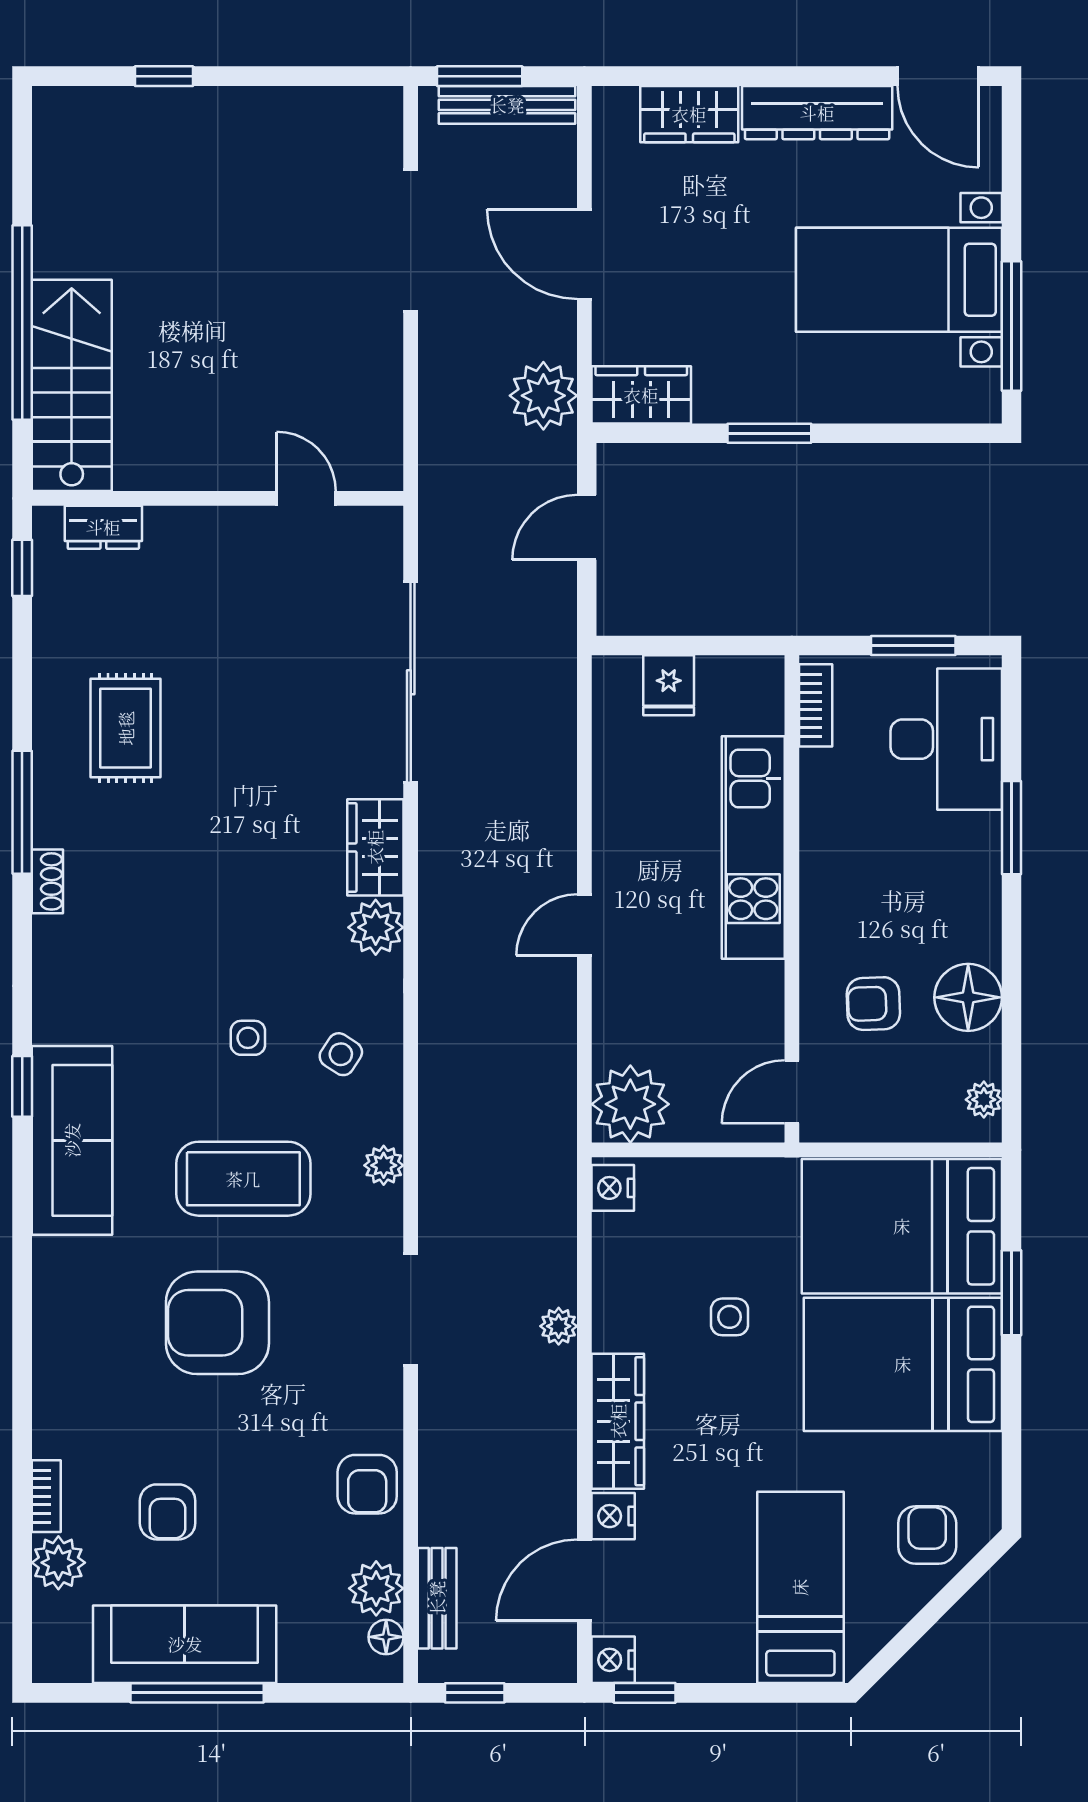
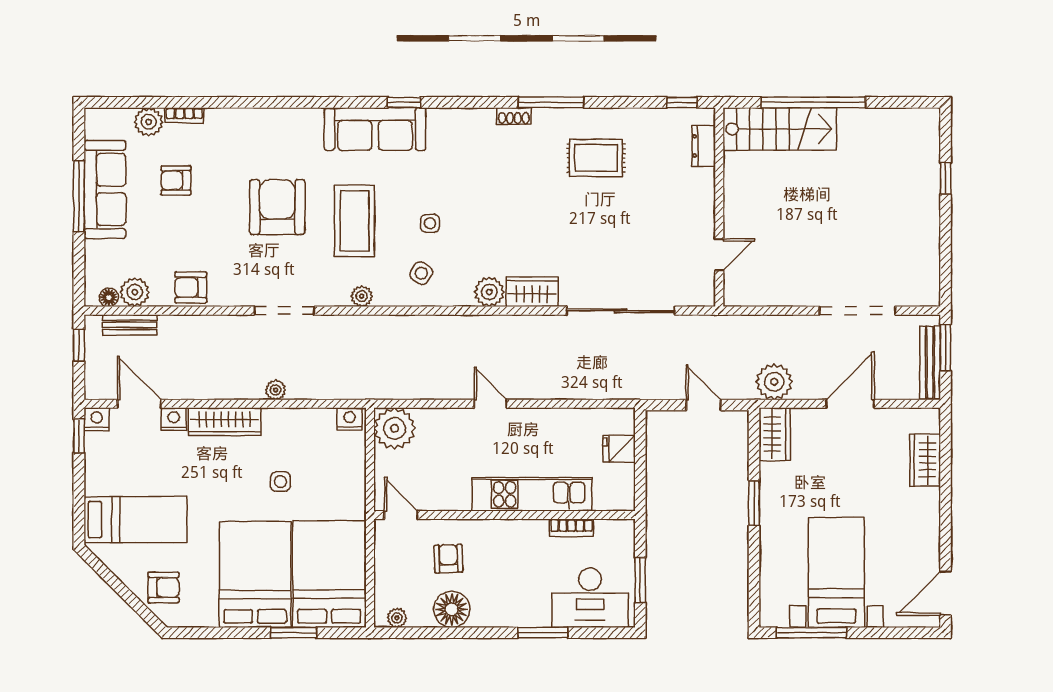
dresser: (817, 113) -> (926, 528), removed
bookcase: (816, 705) -> (571, 528), moved

